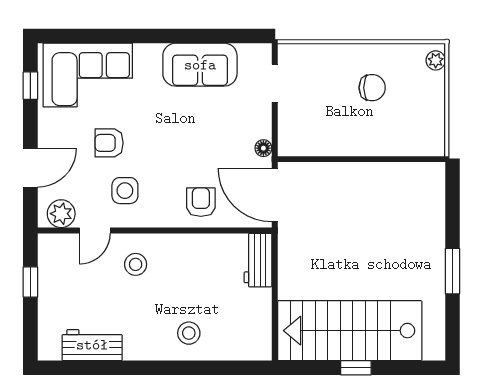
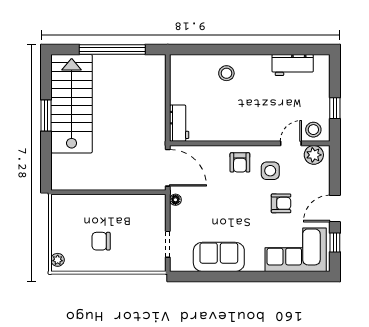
door: (30, 168) -> (335, 209), moved
armchair: (201, 202) -> (240, 162), moved
stool: (136, 264) -> (313, 130), moved
stairs: (350, 331) -> (72, 104), moved, turned -90
window: (356, 368) -> (112, 49), width x3.17

